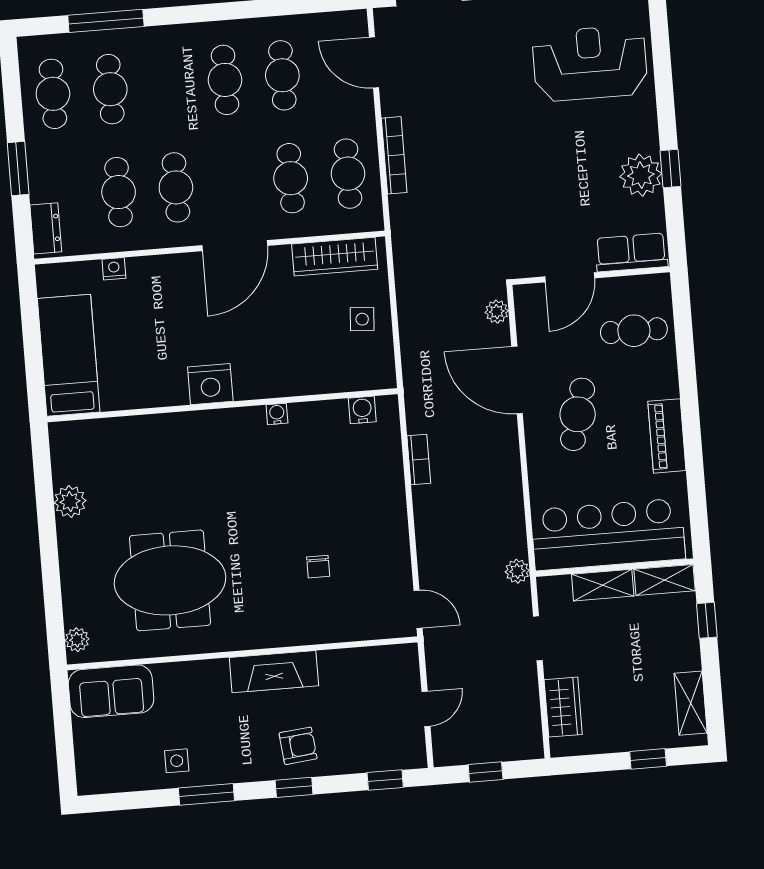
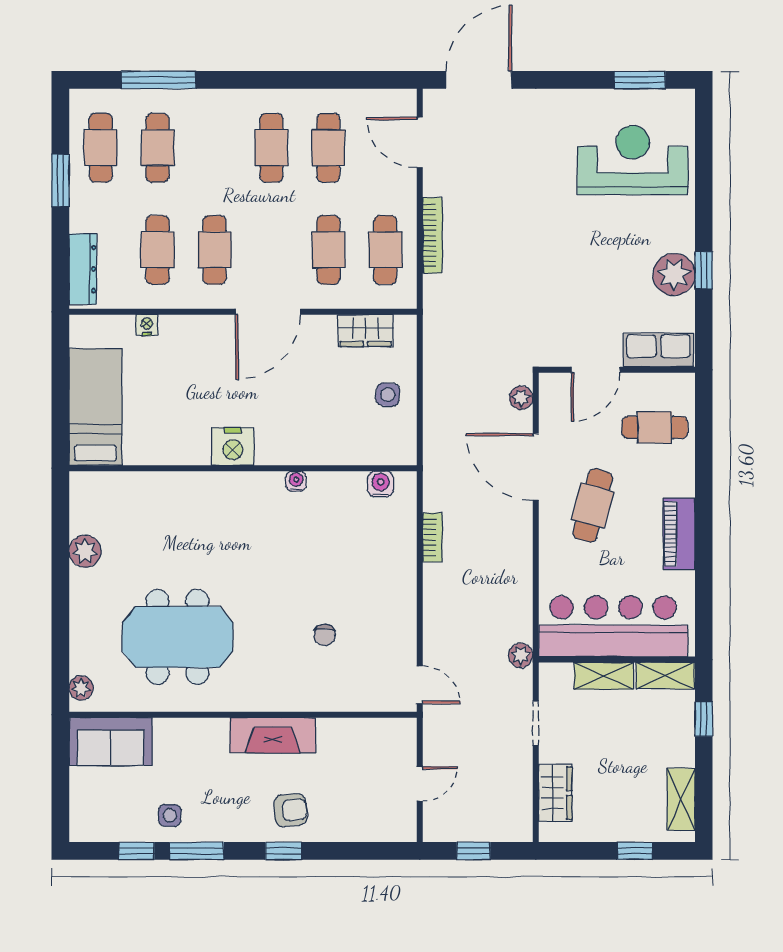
window: (18, 169) -> (60, 180), moved
dresser: (46, 228) -> (83, 269), width x1.44
wardrobe: (335, 257) -> (366, 331), width x0.67
window: (385, 780) -> (137, 851), moved

